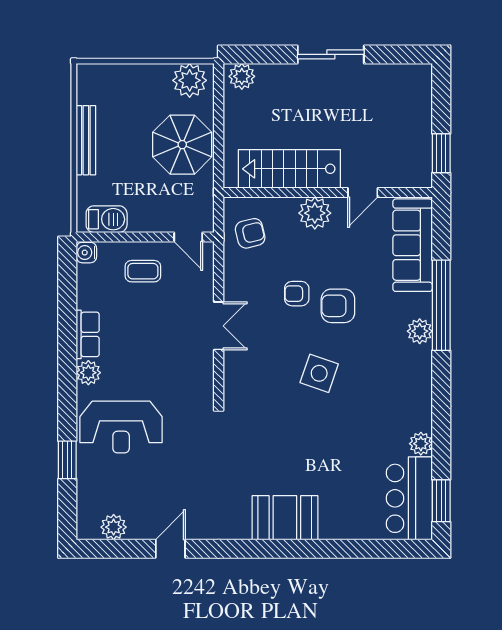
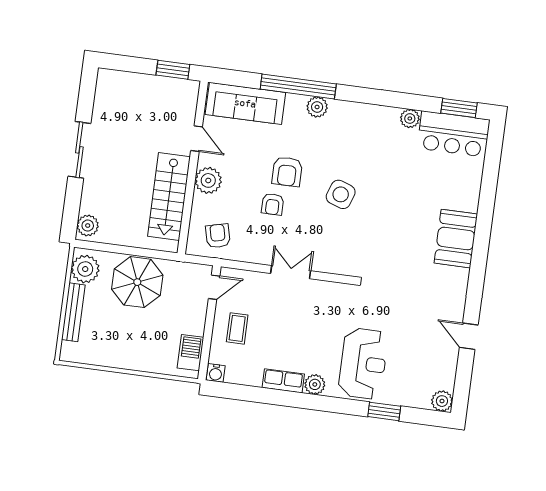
bench: (86, 140) -> (73, 312), moved, turned 90
plant: (114, 527) -> (442, 401), moved

